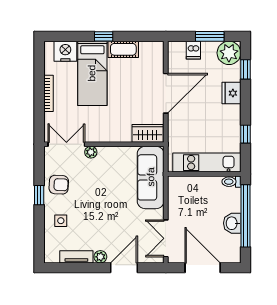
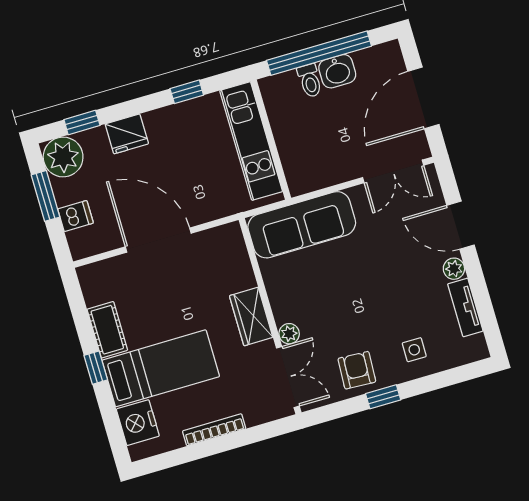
wardrobe: (148, 133) -> (251, 317), moved
double door: (66, 144) -> (288, 377), swing flipped
toilet: (231, 182) -> (310, 81), moved

